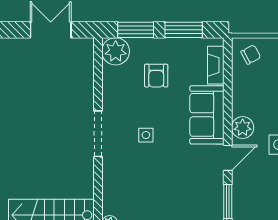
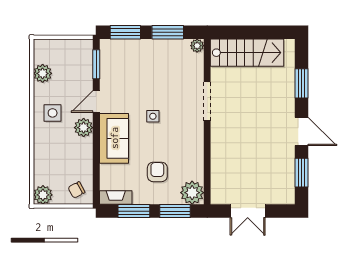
fireplace: (216, 65) -> (116, 198), moved, turned -90
doorway: (98, 134) -> (207, 101), moved
side table: (146, 135) -> (153, 116), moved

